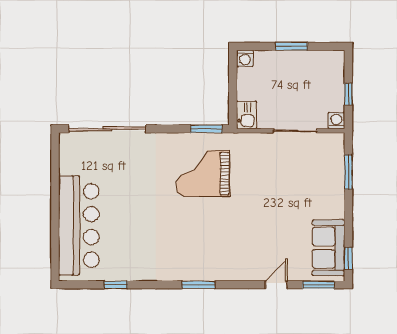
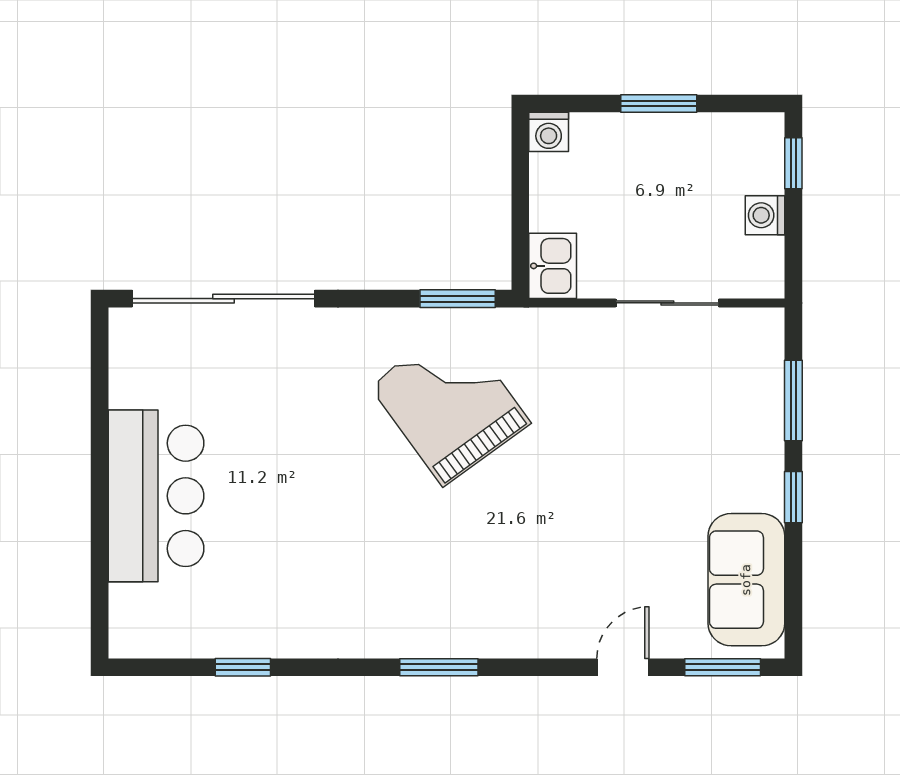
window: (348, 94) -> (793, 163), moved
washing machine: (336, 121) -> (765, 215), moved, turned -90
grand piano: (203, 174) -> (450, 404), turned 54
bar counter: (79, 226) -> (156, 496), width x0.73
window: (348, 258) -> (793, 497), moved

